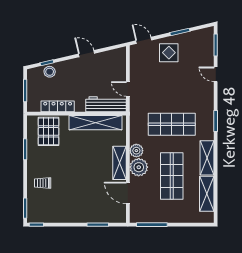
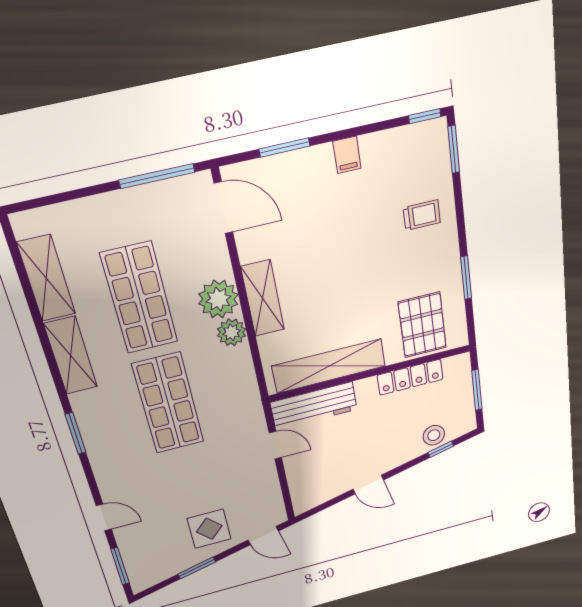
shop shelf: (172, 124) -> (168, 403), turned 90
door: (128, 193) -> (223, 208), moved
filing cabinet: (72, 216) -> (347, 155), added

